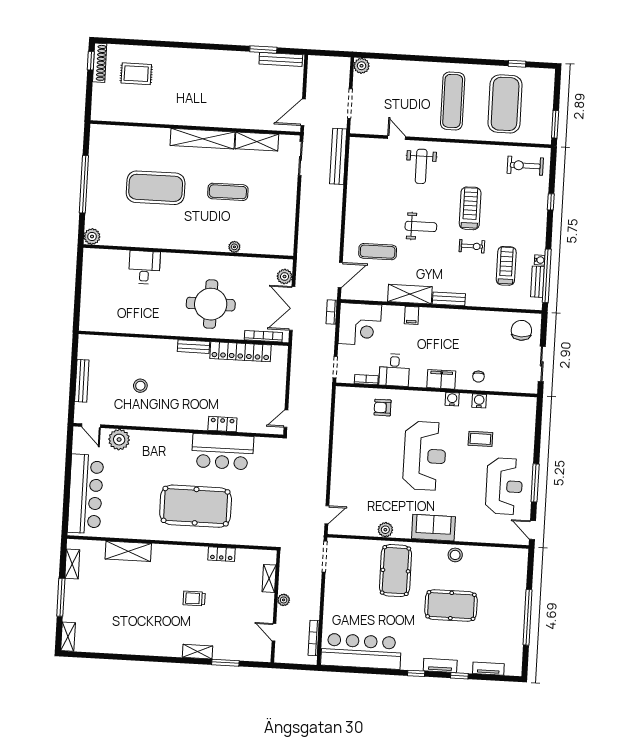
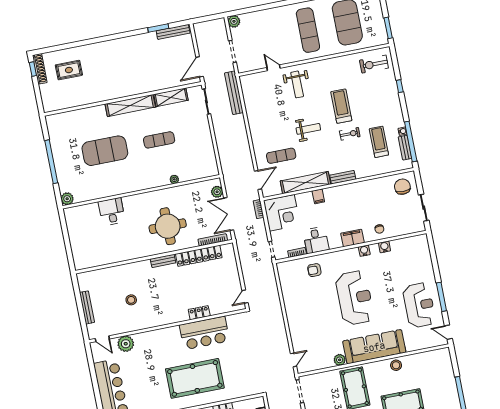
shelving: (410, 294) -> (305, 183), width x1.47
coffee table: (480, 439) -> (393, 275), removed
sofa: (433, 528) -> (374, 347), width x1.85, depth x1.27

